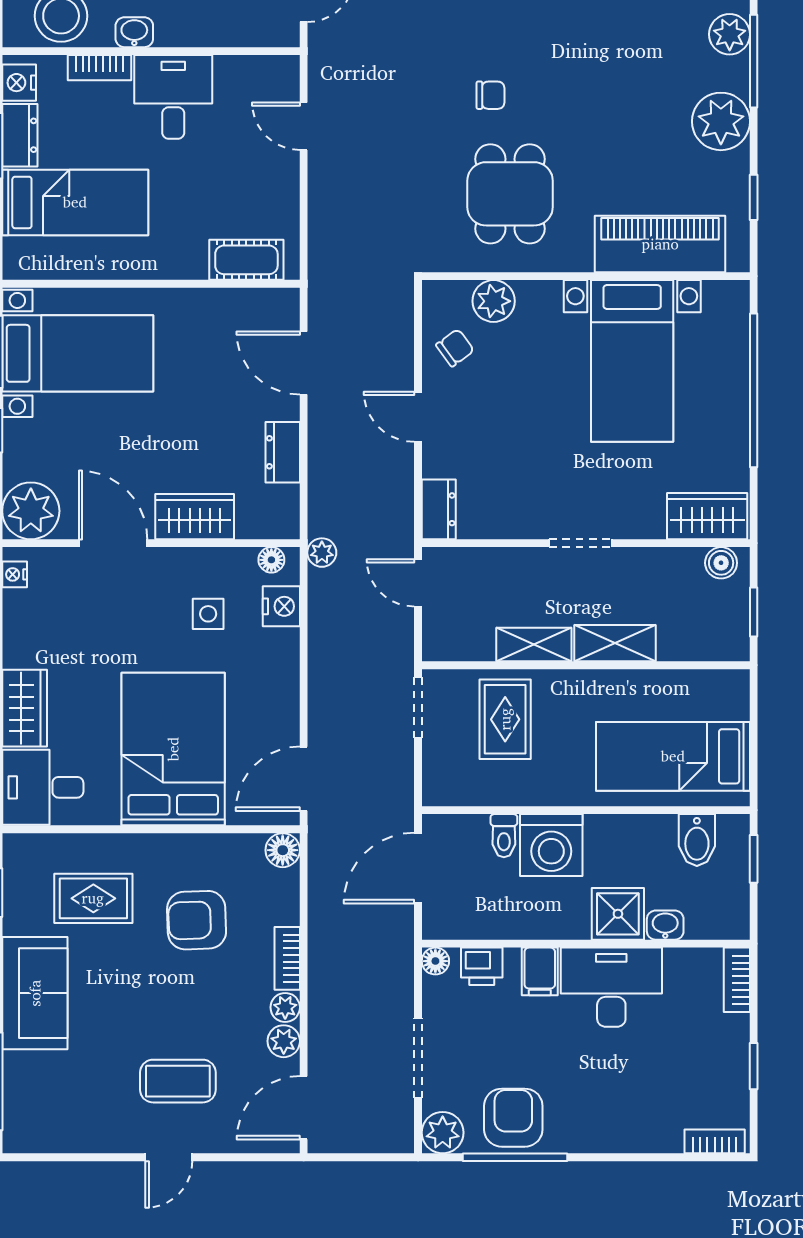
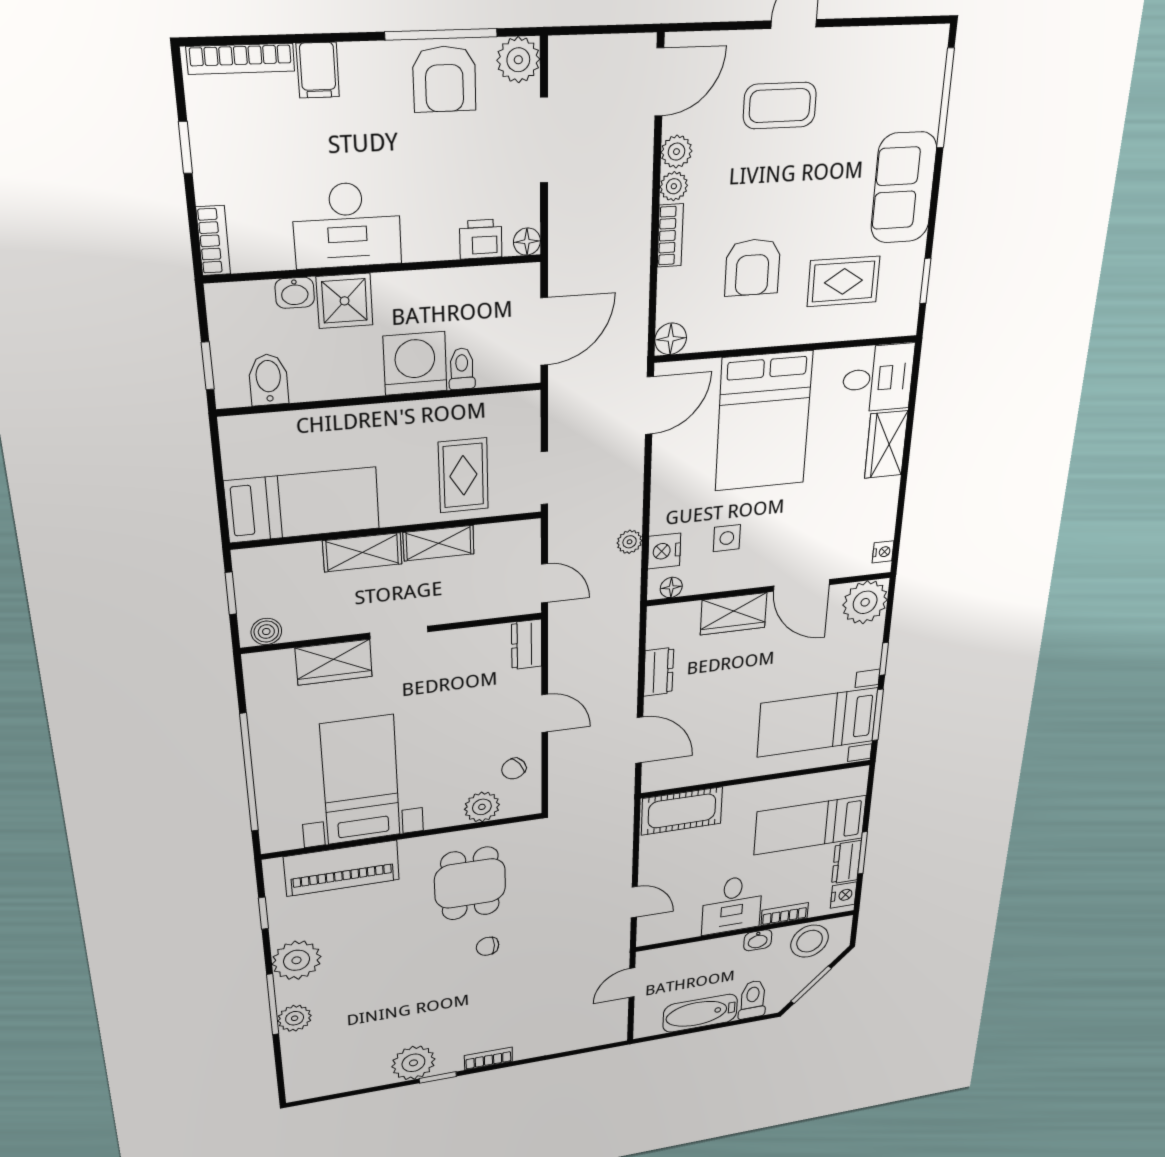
cot: (246, 260) -> (682, 811), width x1.37, depth x1.34
wardrobe: (707, 516) -> (334, 662), moved
plant: (322, 553) -> (630, 542), moved
bed: (673, 756) -> (303, 505), moved
armchair: (197, 920) -> (753, 267), turned 92
filing cabinet: (540, 971) -> (318, 70), moved, turned 180
bookcase: (715, 1141) -> (241, 59), width x1.56

